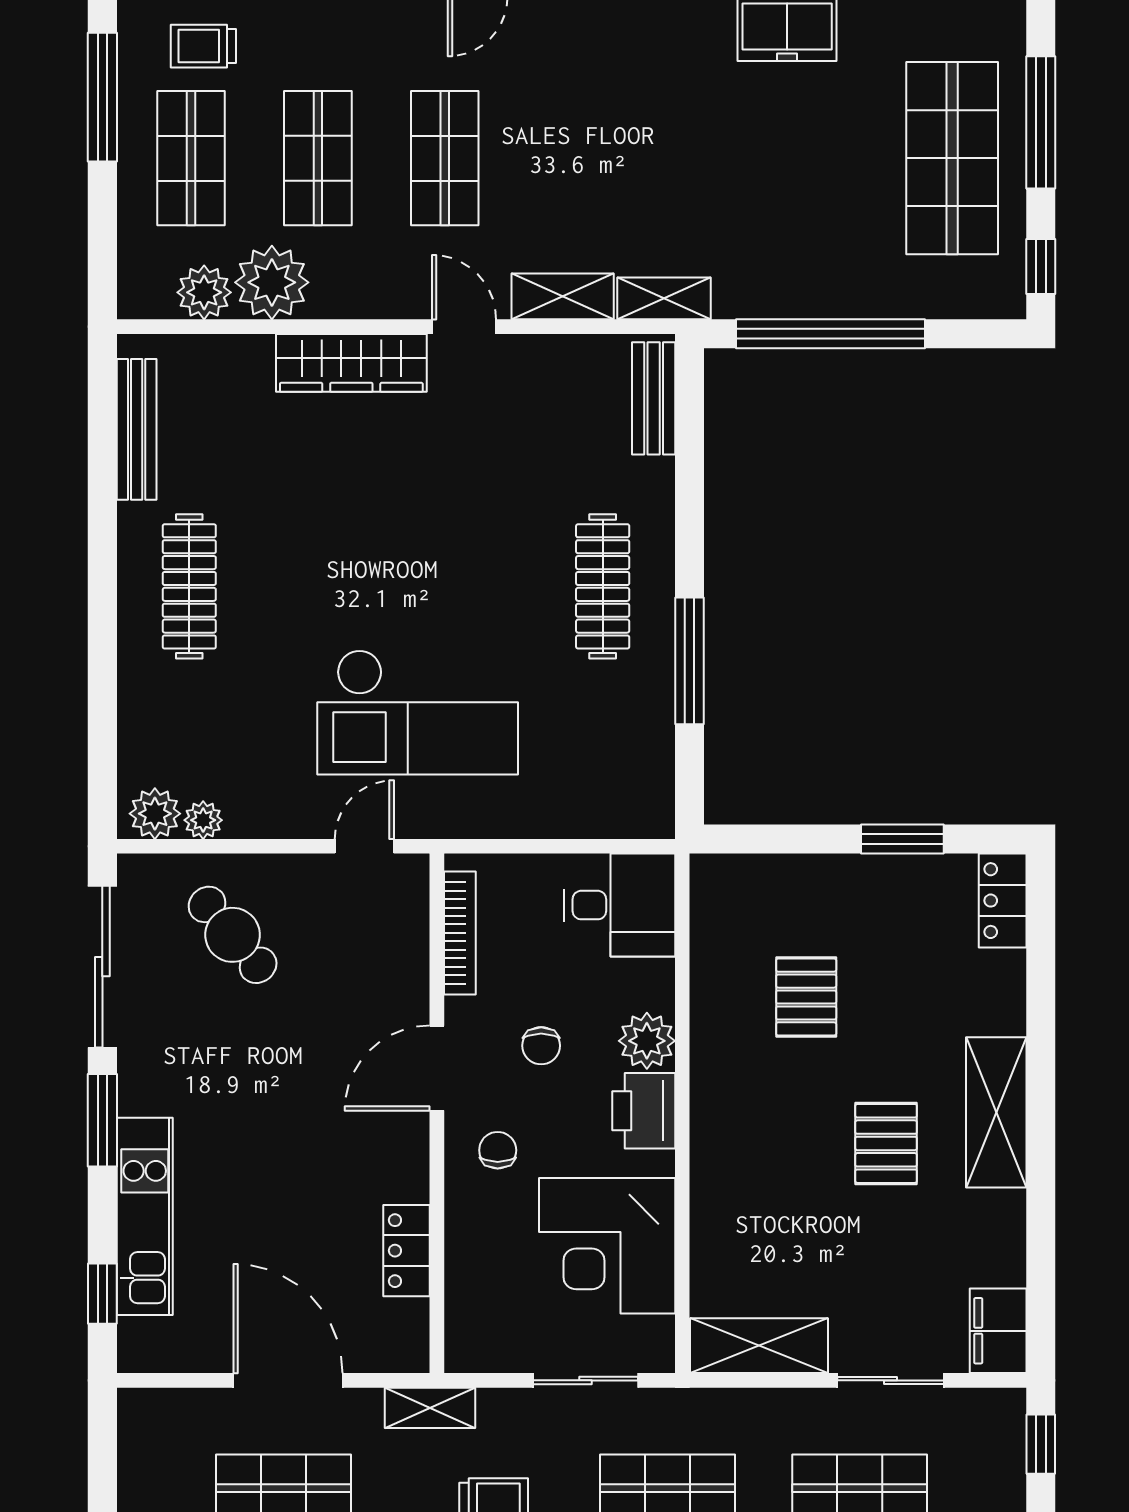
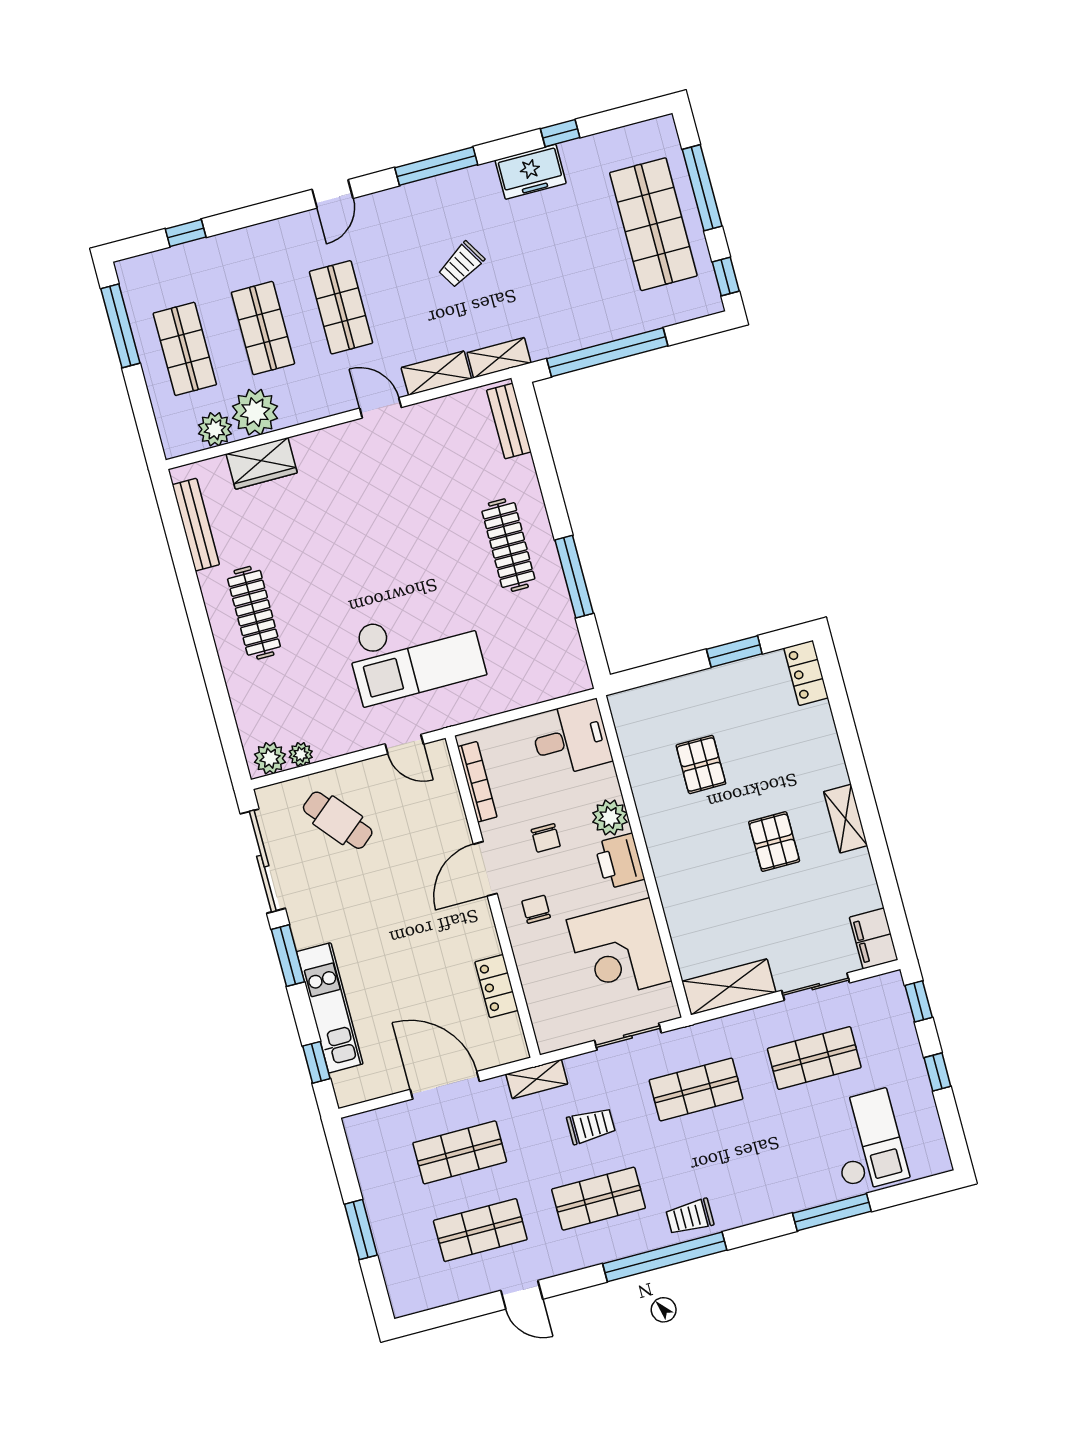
trolley: (203, 46) -> (461, 264), moved, turned -31
wardrobe: (351, 363) -> (262, 463), moved, width x0.67
door: (364, 846) -> (404, 744), swing flipped
shelving: (996, 1112) -> (846, 819), width x0.67, depth x0.75

